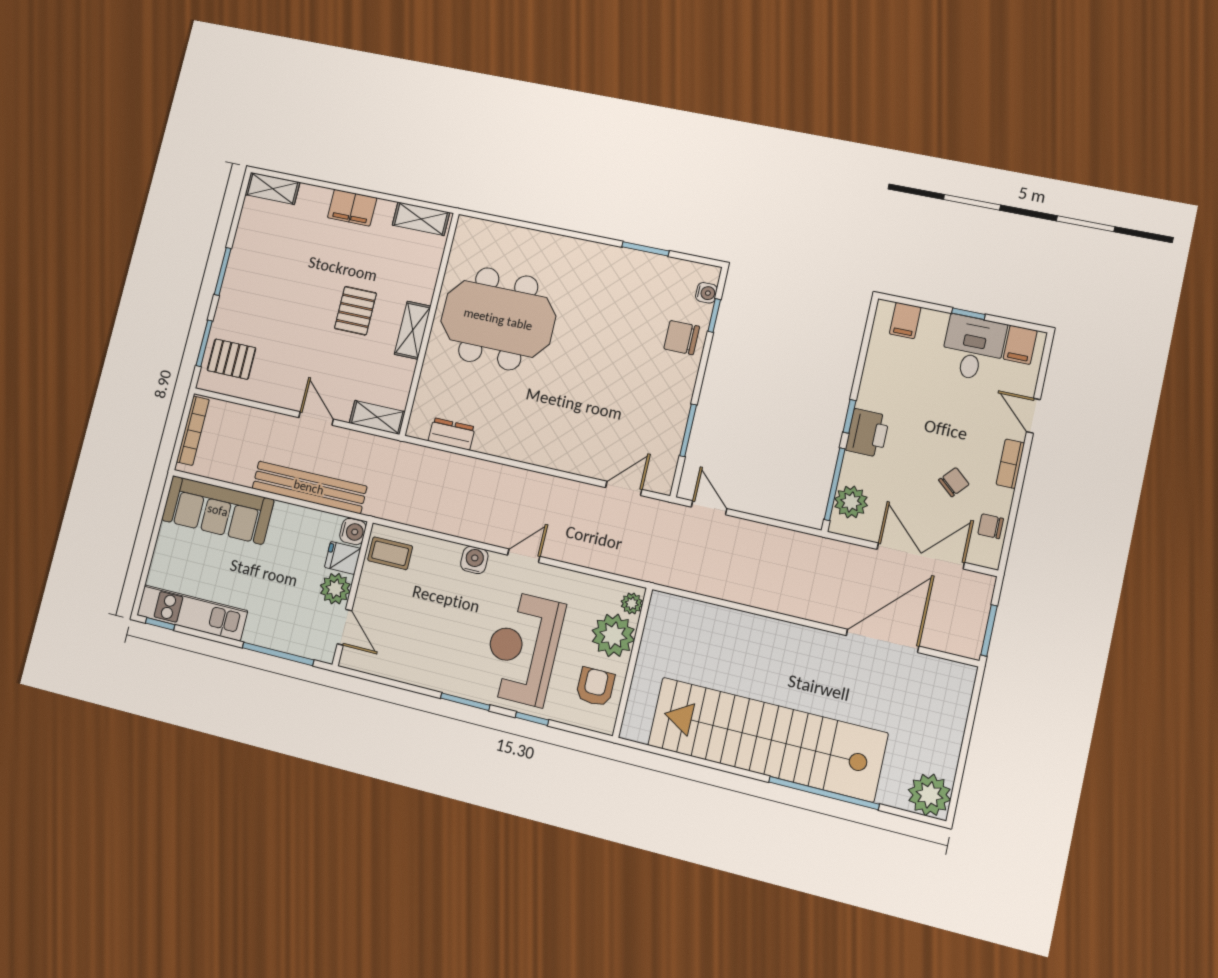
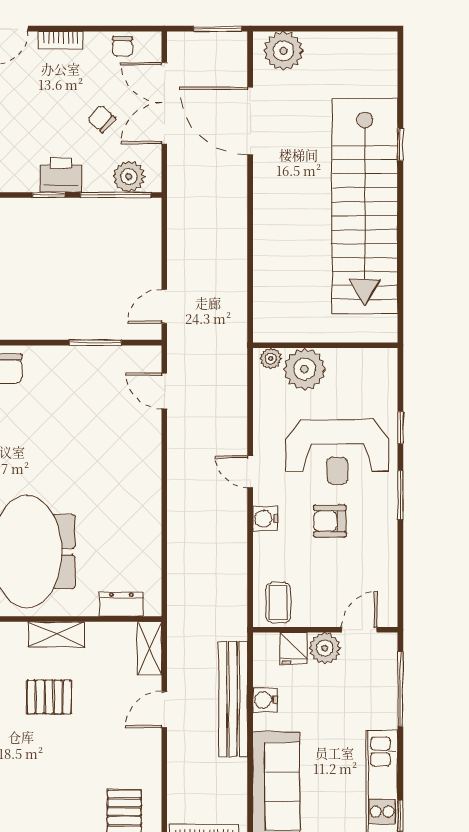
dresser: (452, 434) -> (121, 604), moved, turned 90
chair: (954, 482) -> (101, 119), moved
water cooler: (353, 532) -> (265, 700), moved, turned -90
armchair: (595, 687) -> (330, 521), moved
window: (824, 793) -> (400, 145), width x0.32
plant: (929, 795) -> (283, 51), moved

